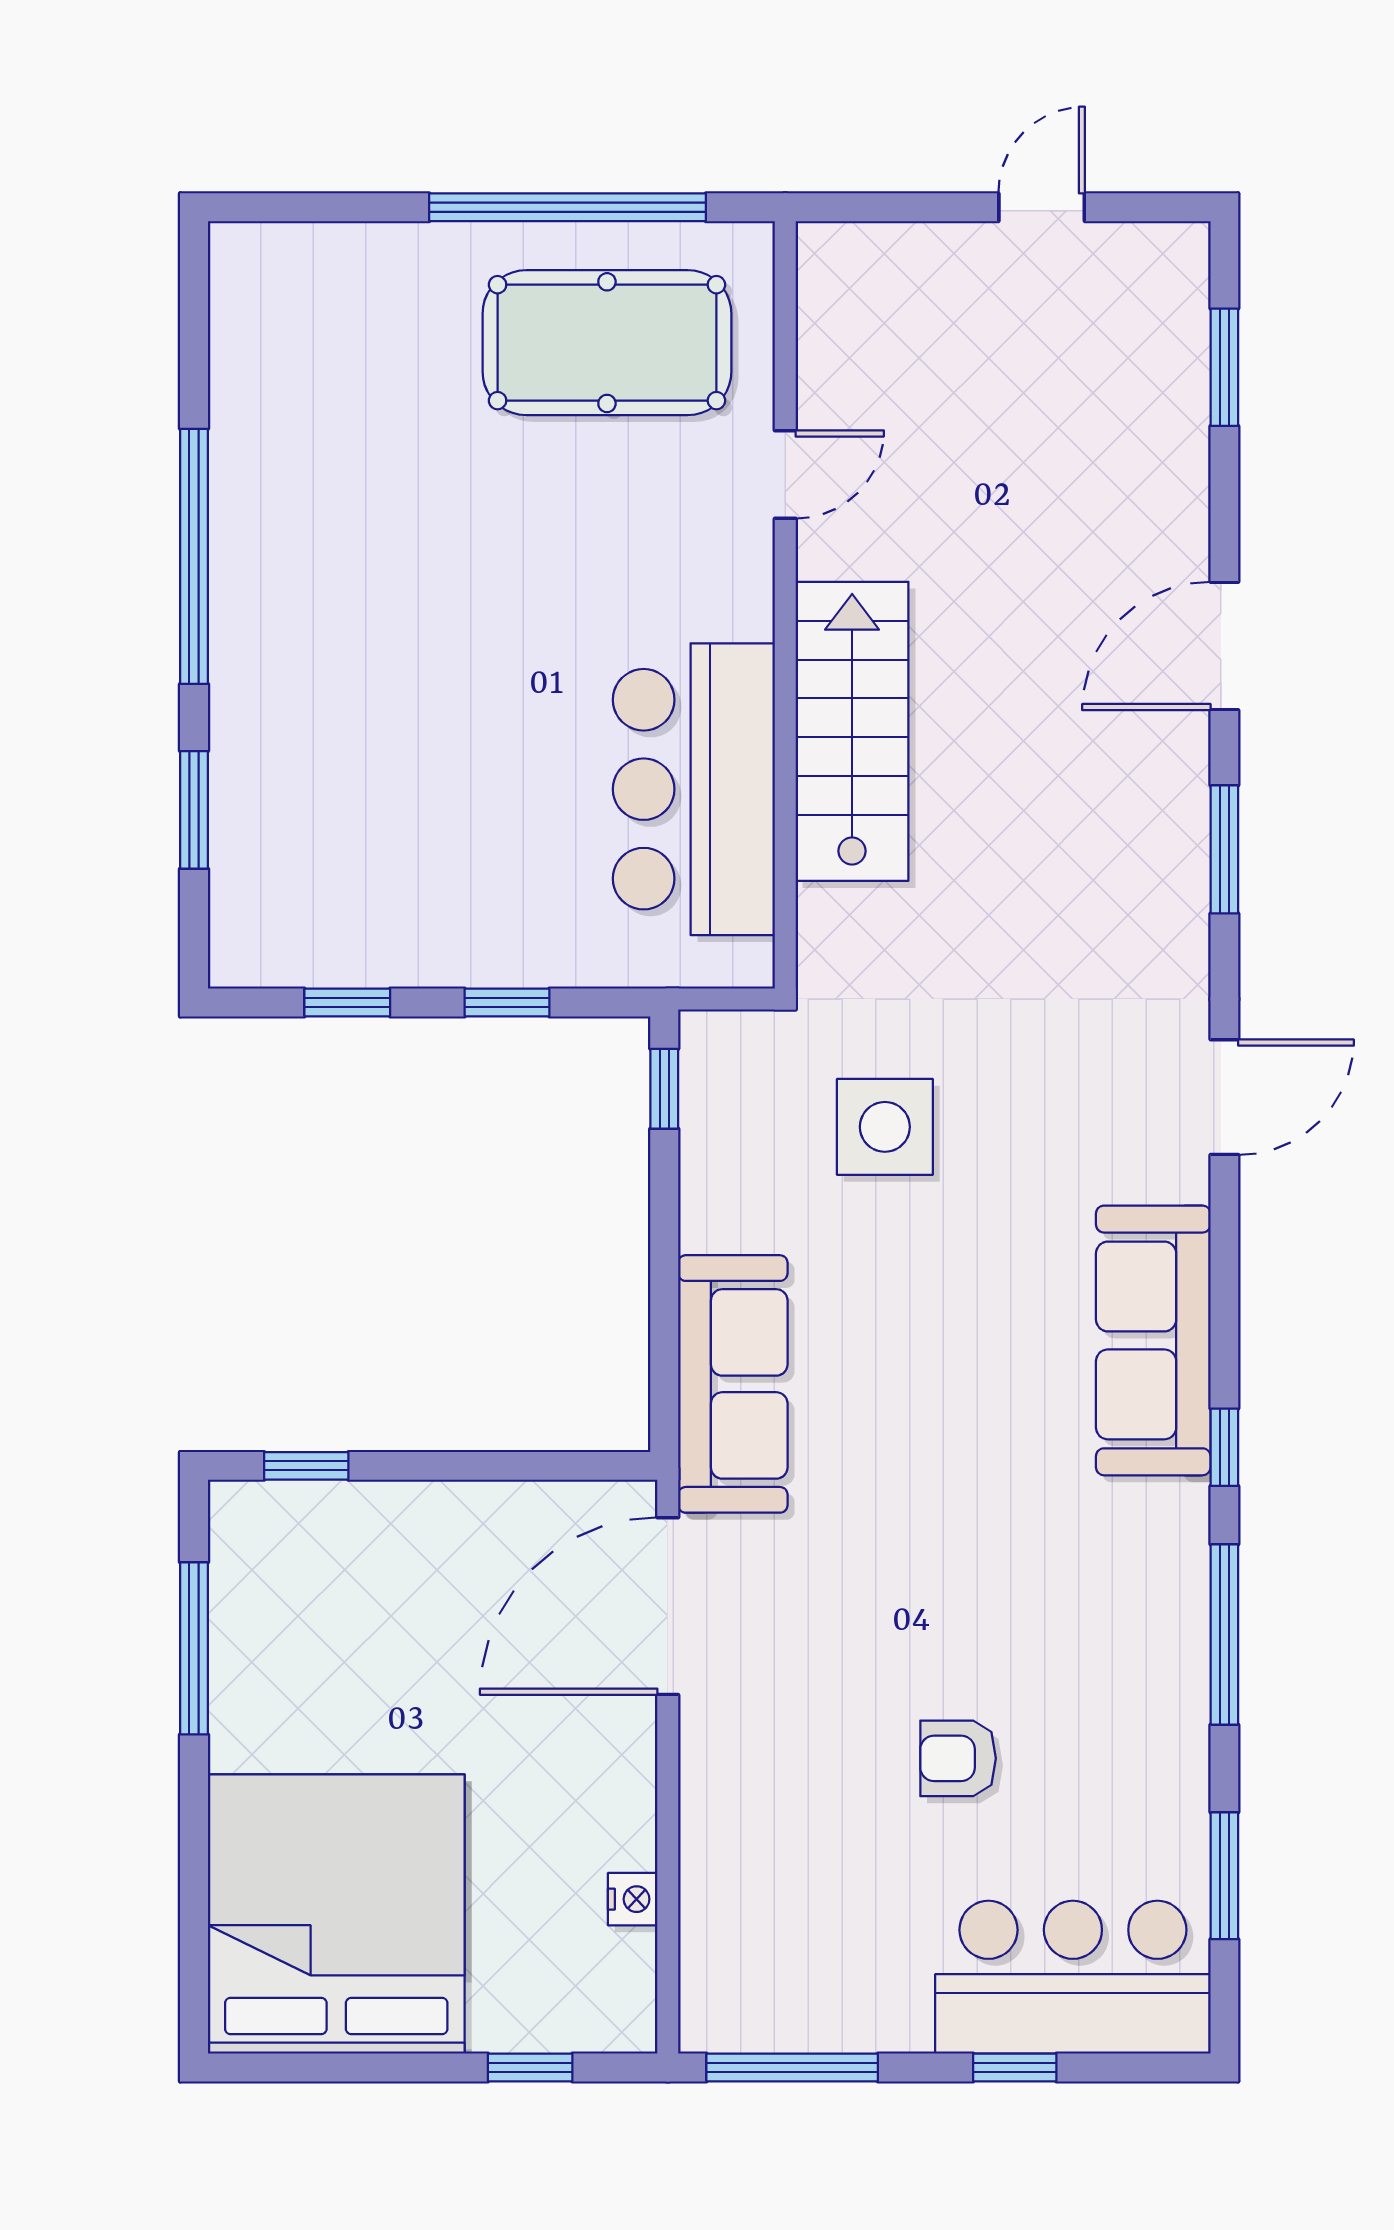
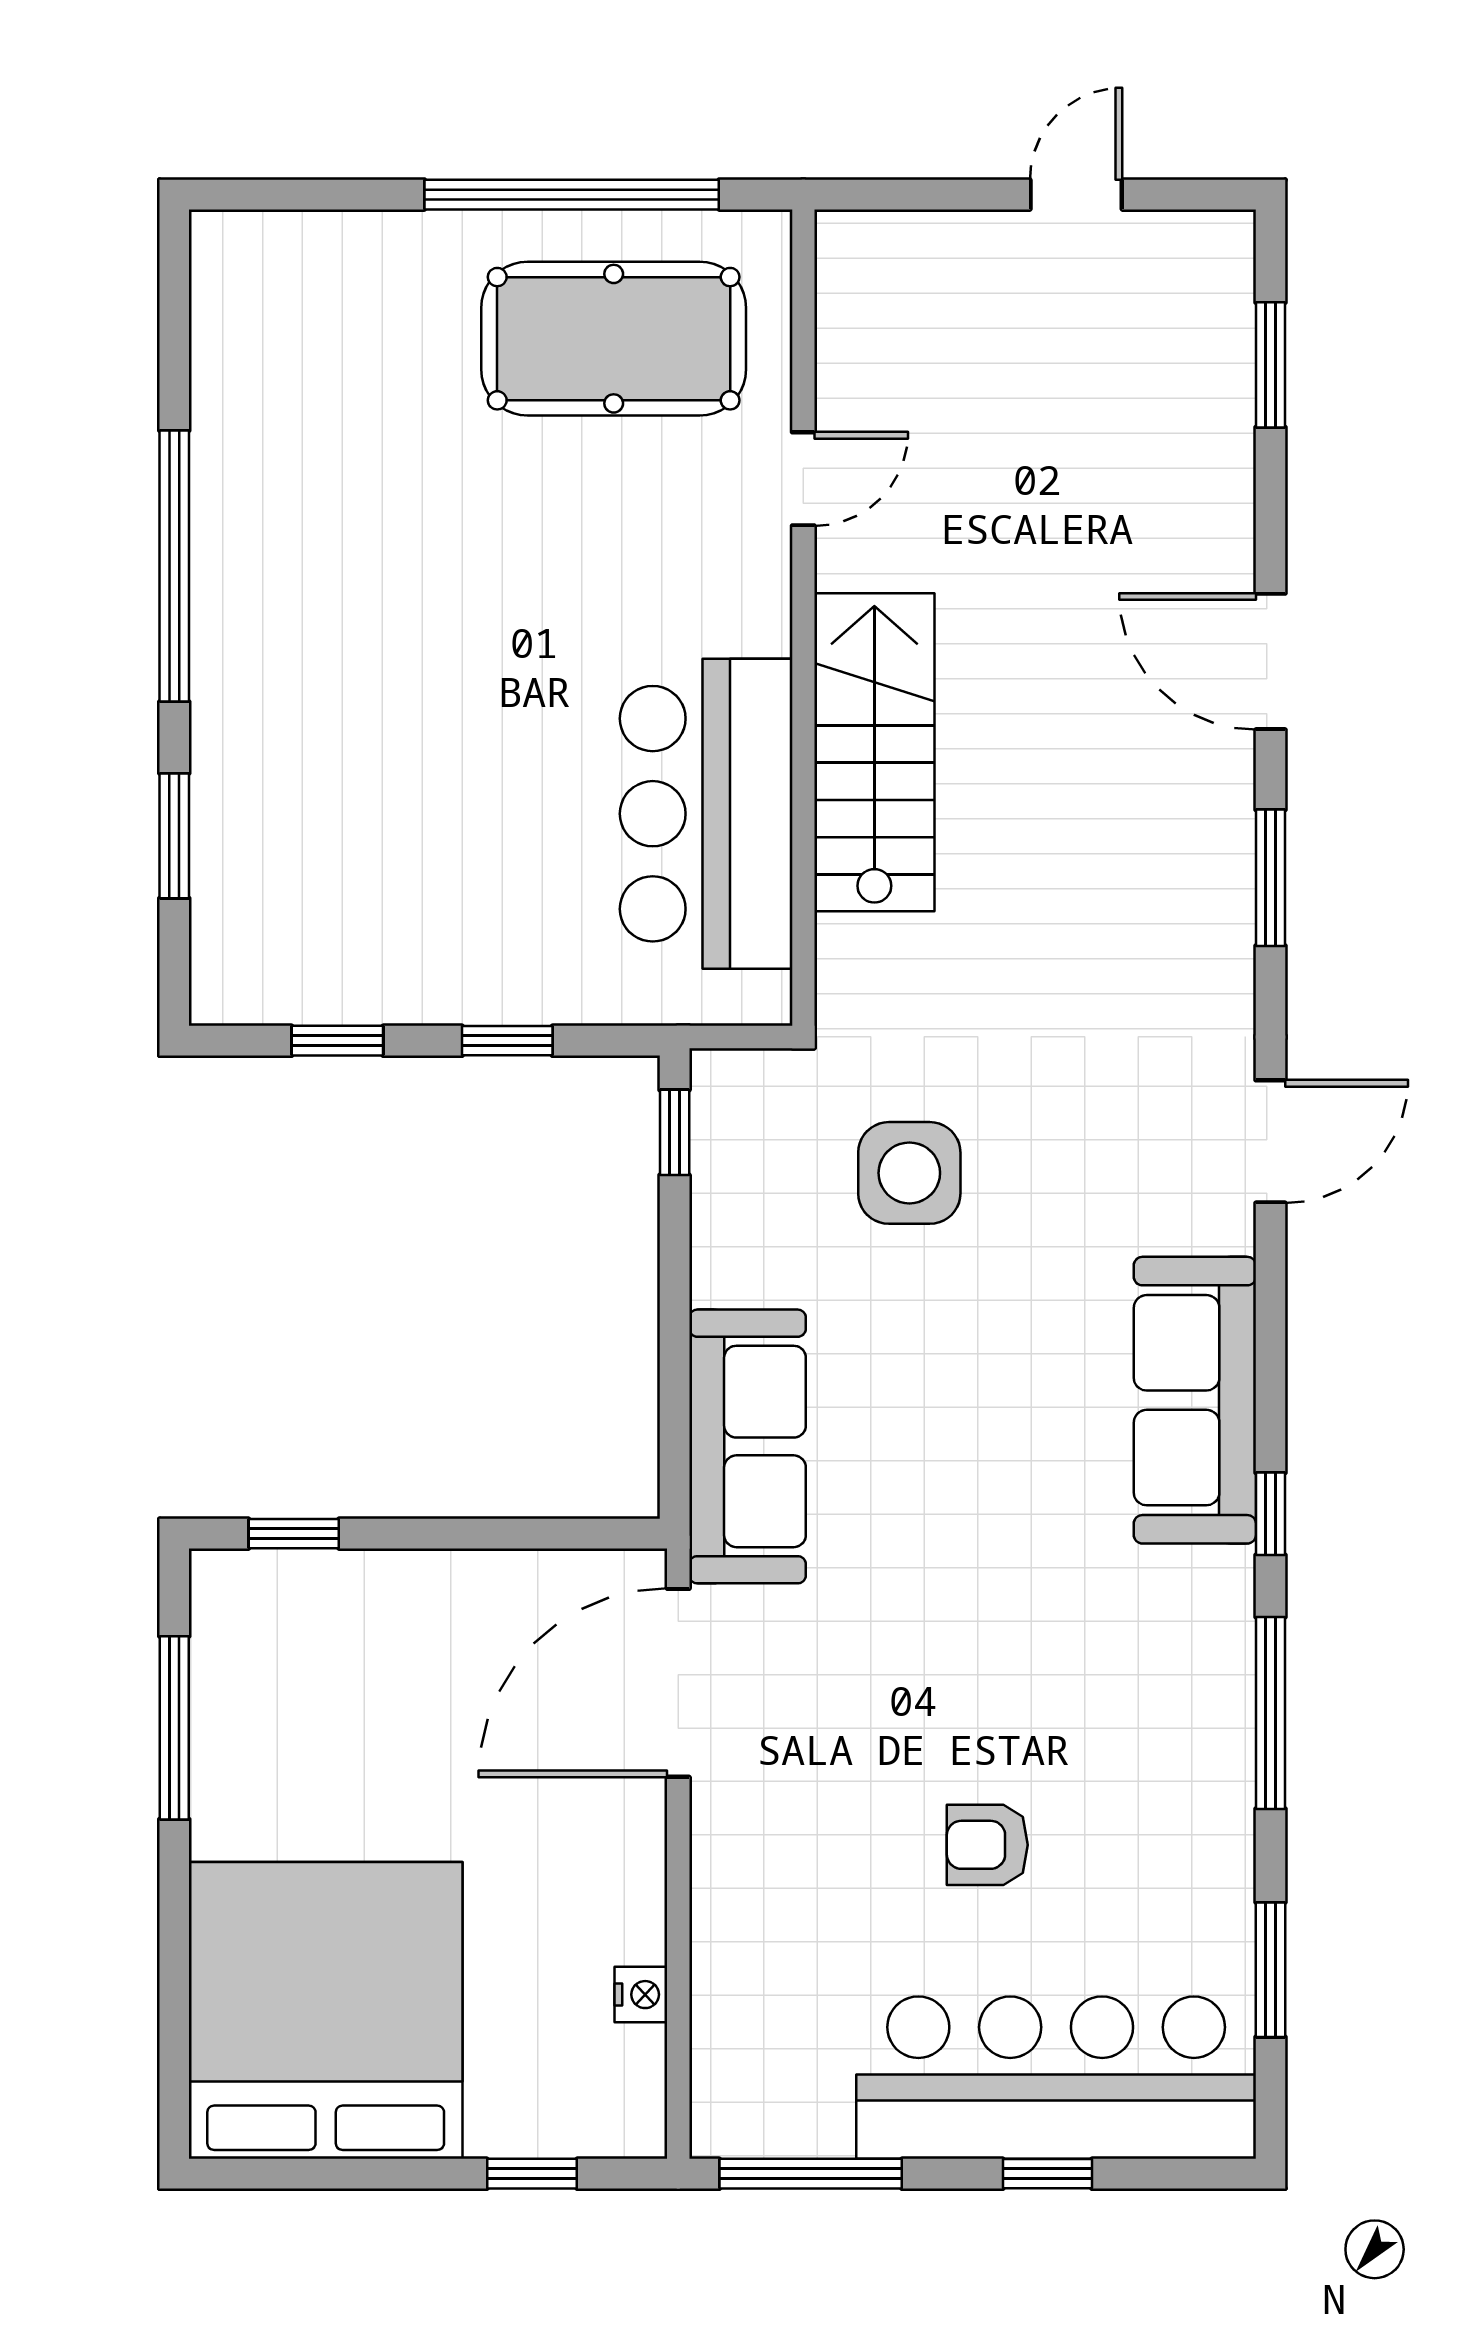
door: (1224, 646) -> (1271, 661), hinge flipped
bar counter: (1073, 1977) -> (1056, 2078), width x1.36

